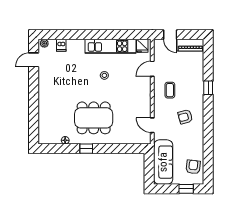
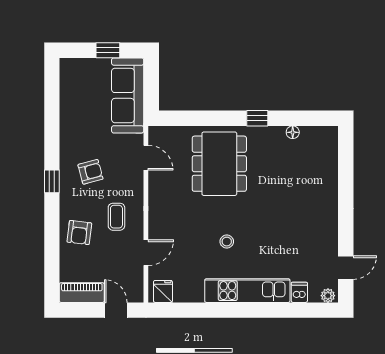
kitchen unit: (110, 46) -> (247, 291), moved
window: (208, 88) -> (52, 181), moved
dining table: (94, 118) -> (219, 164), moved, turned 90
armchair: (193, 167) -> (79, 233), moved
window: (186, 189) -> (108, 50), moved

